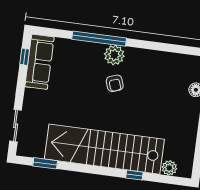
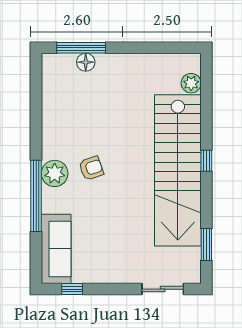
sofa: (40, 62) -> (56, 249), moved, turned 90
window: (134, 175) -> (206, 161), moved

